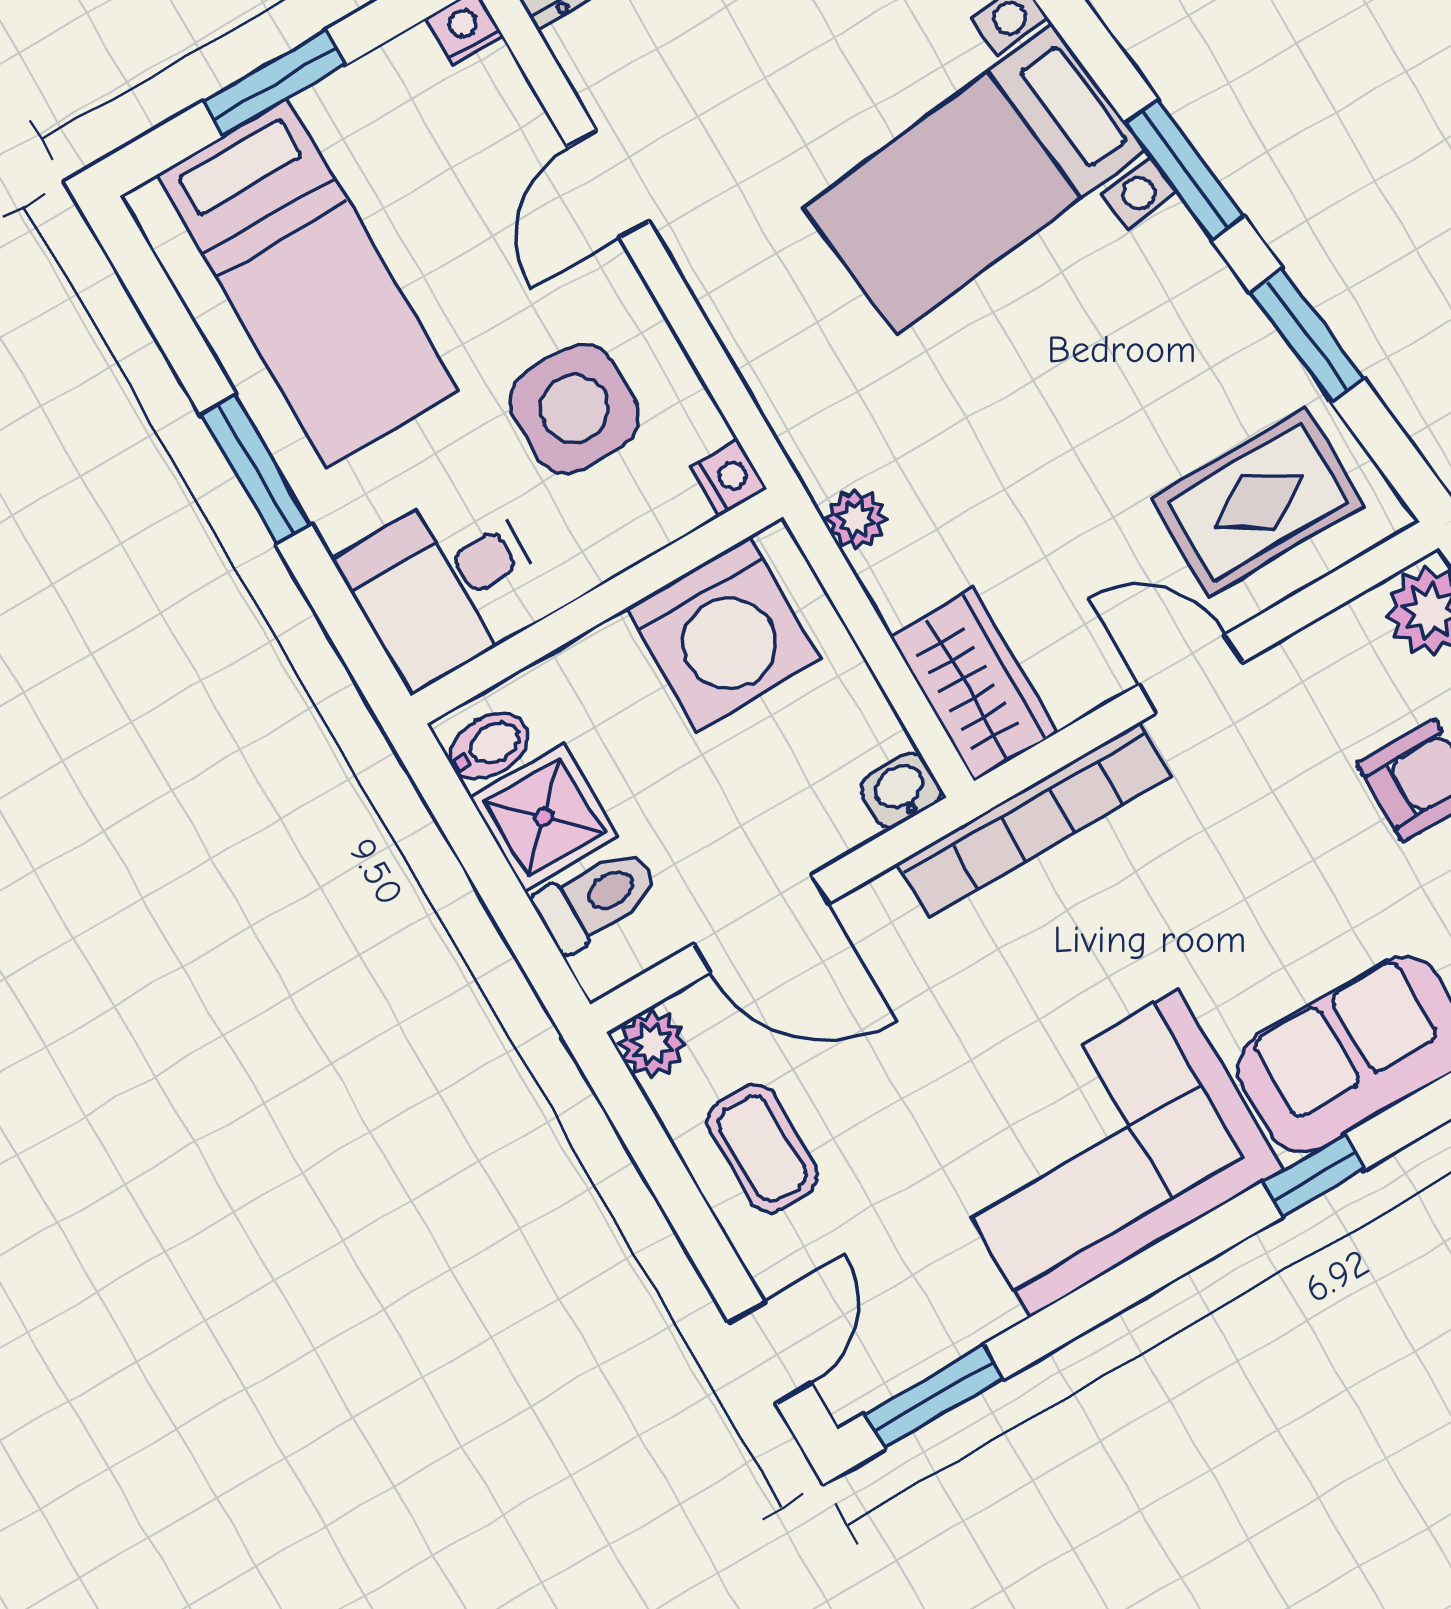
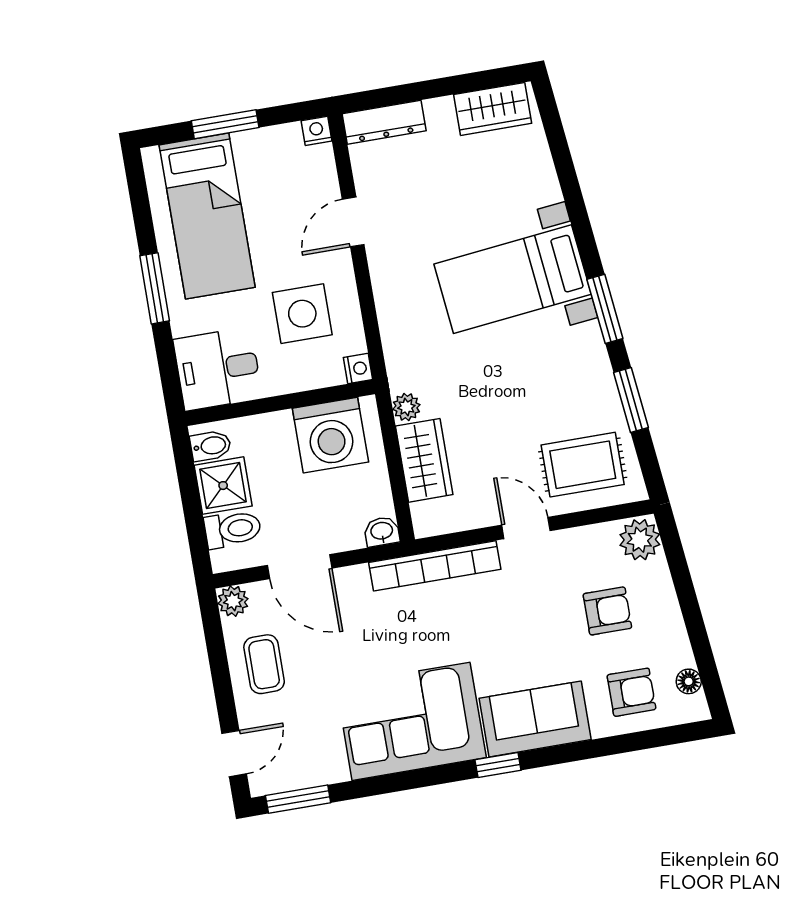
wardrobe: (974, 684) -> (424, 460), moved

